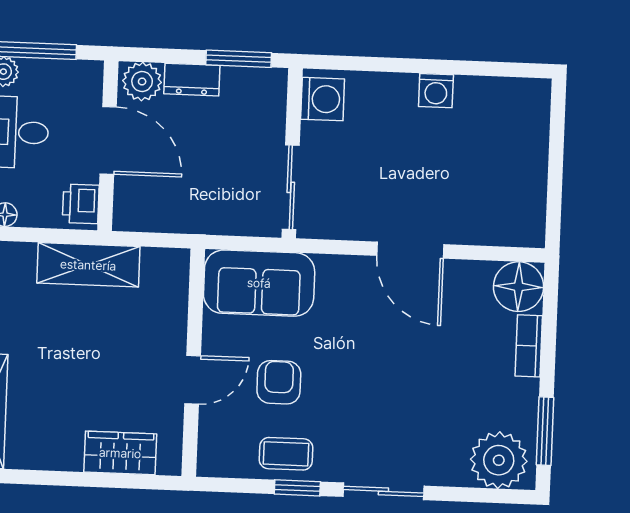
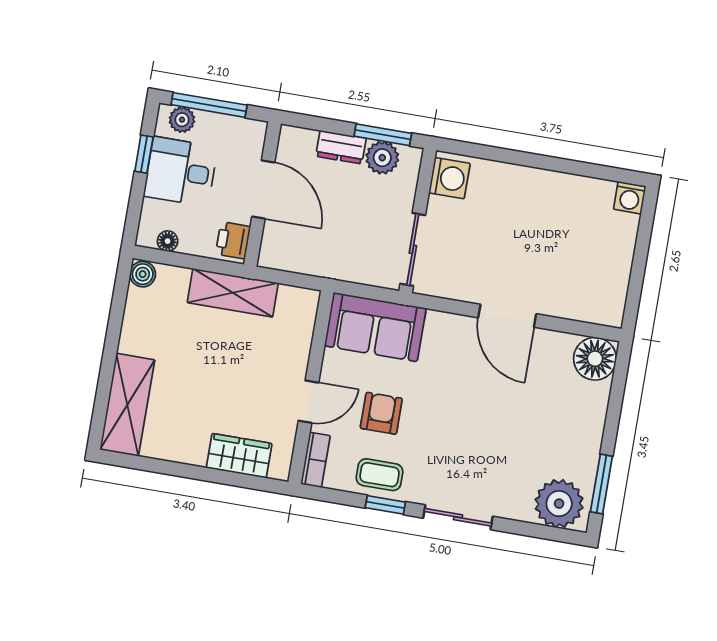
plant: (142, 81) -> (382, 158), moved
washing machine: (436, 91) -> (630, 198), moved
bookcase: (529, 346) -> (315, 460), moved, turned 180

